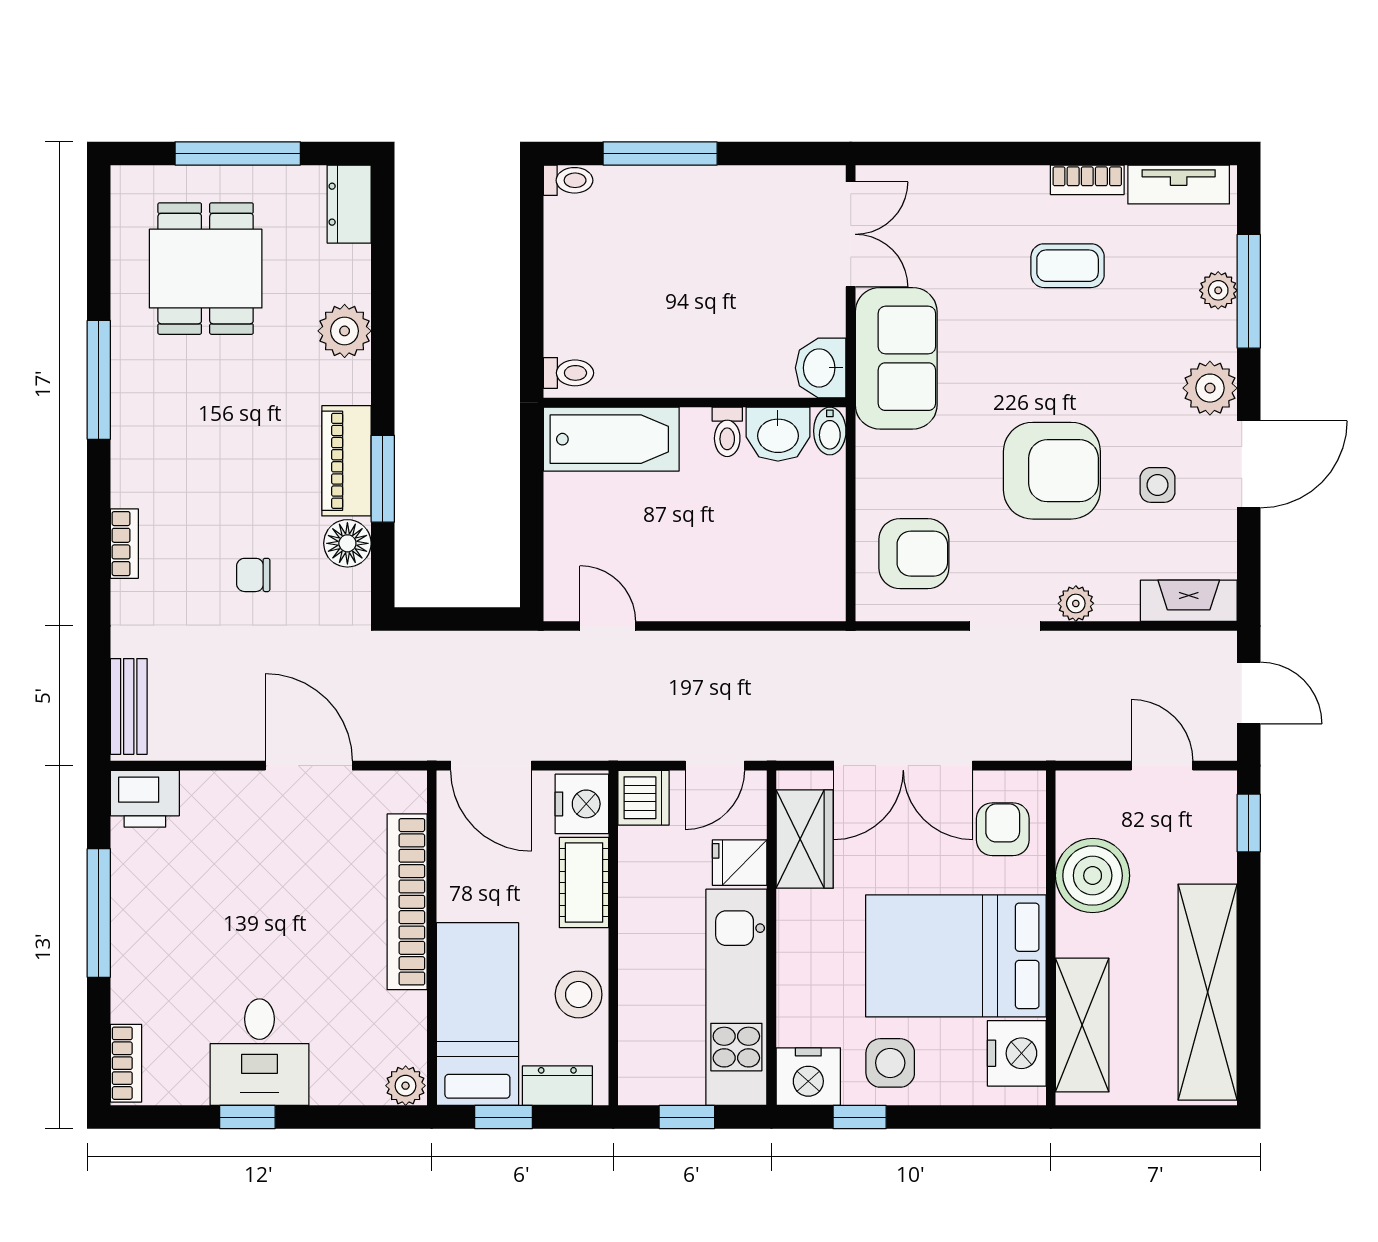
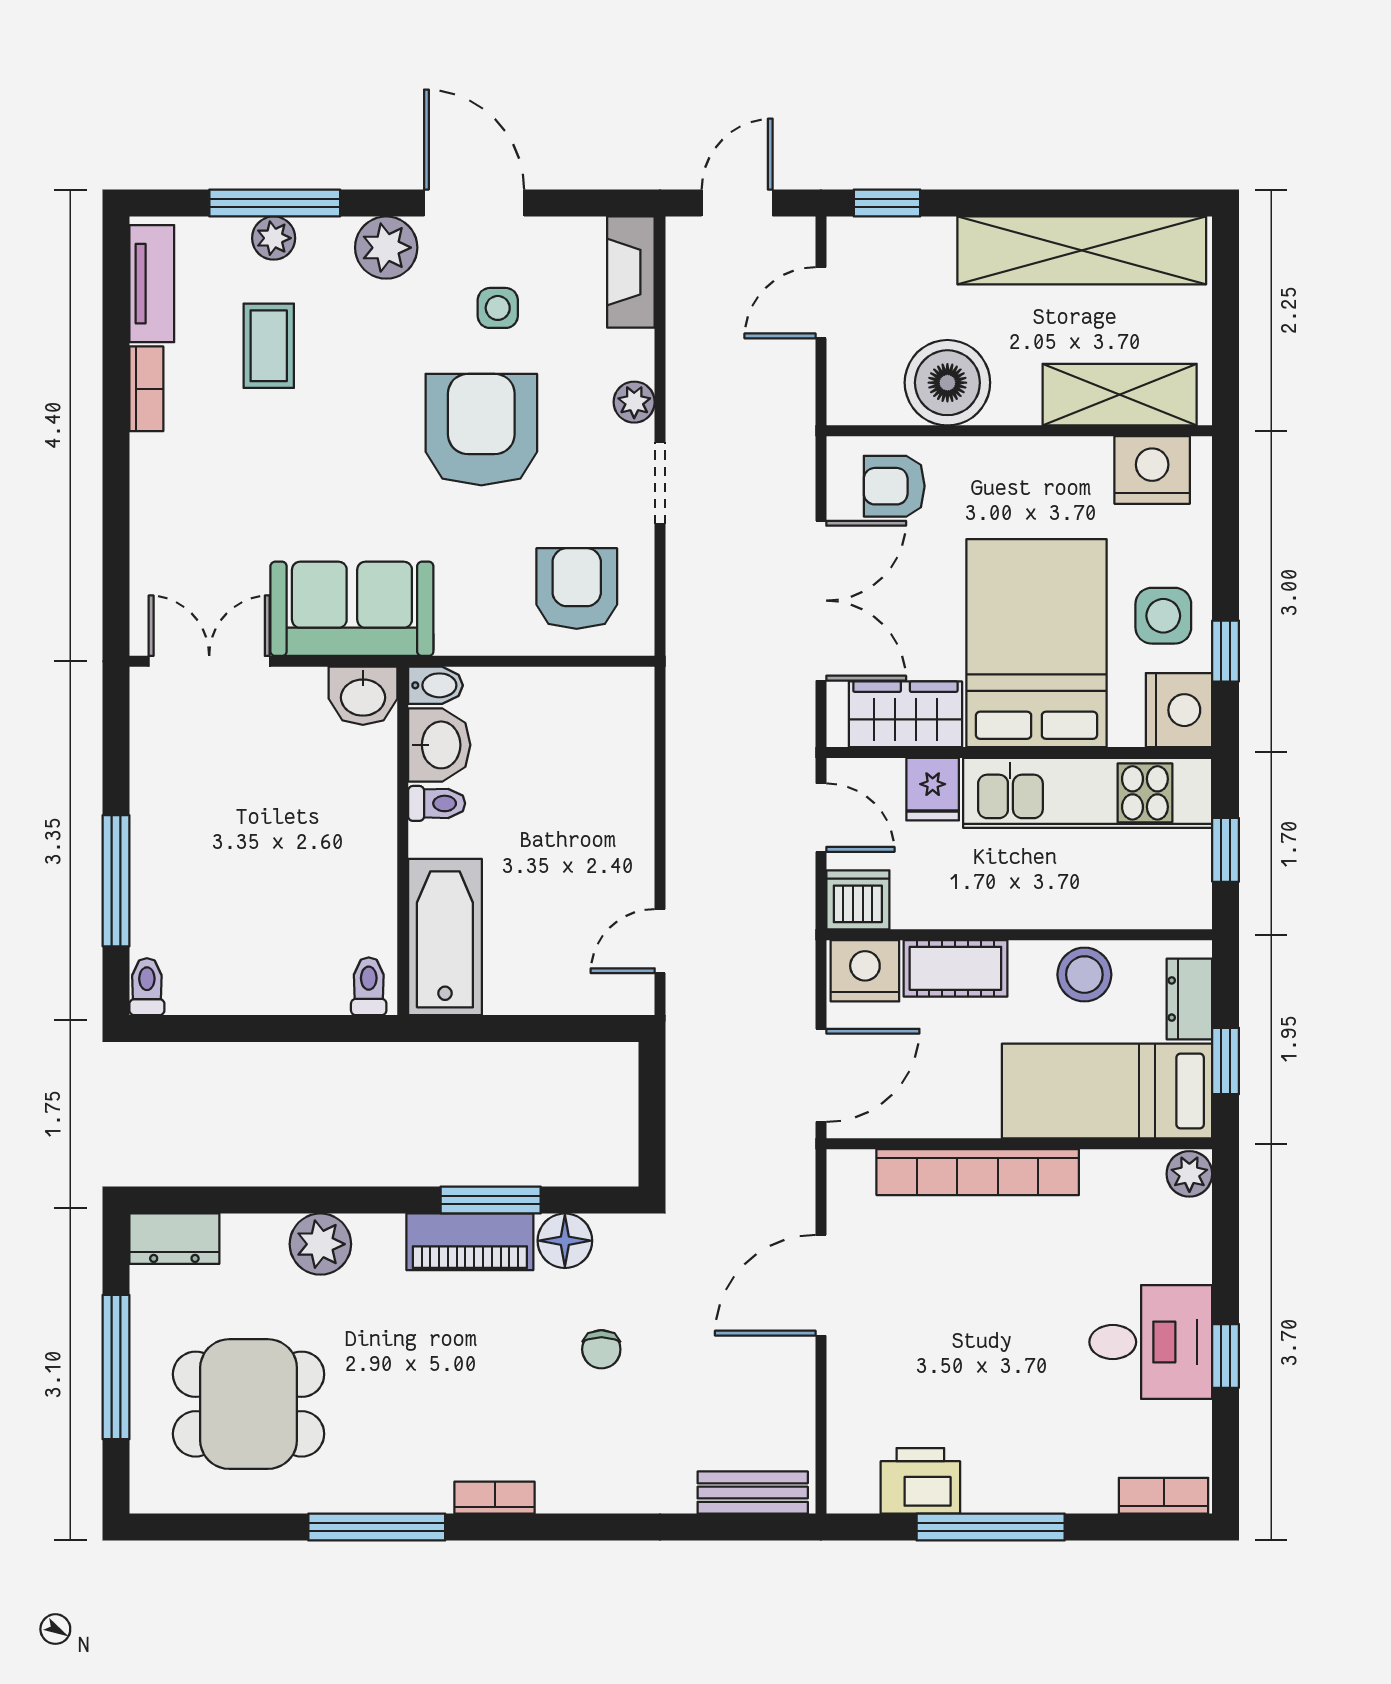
coffee table: (1068, 266) -> (269, 346), moved
bookcase: (124, 544) -> (495, 1498), moved
printer: (145, 799) -> (920, 1481), moved, turned -90
bed: (956, 956) -> (1037, 643), moved, turned 180

